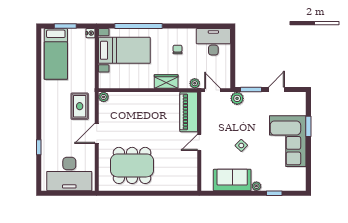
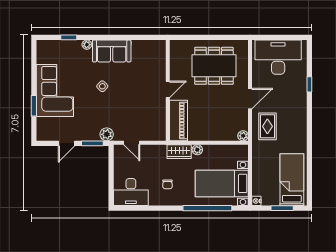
plant: (195, 83) -> (197, 150), moved
piano: (189, 112) -> (179, 120), moved
wall: (199, 141) -> (168, 90), moved
door: (199, 142) -> (168, 89), moved

